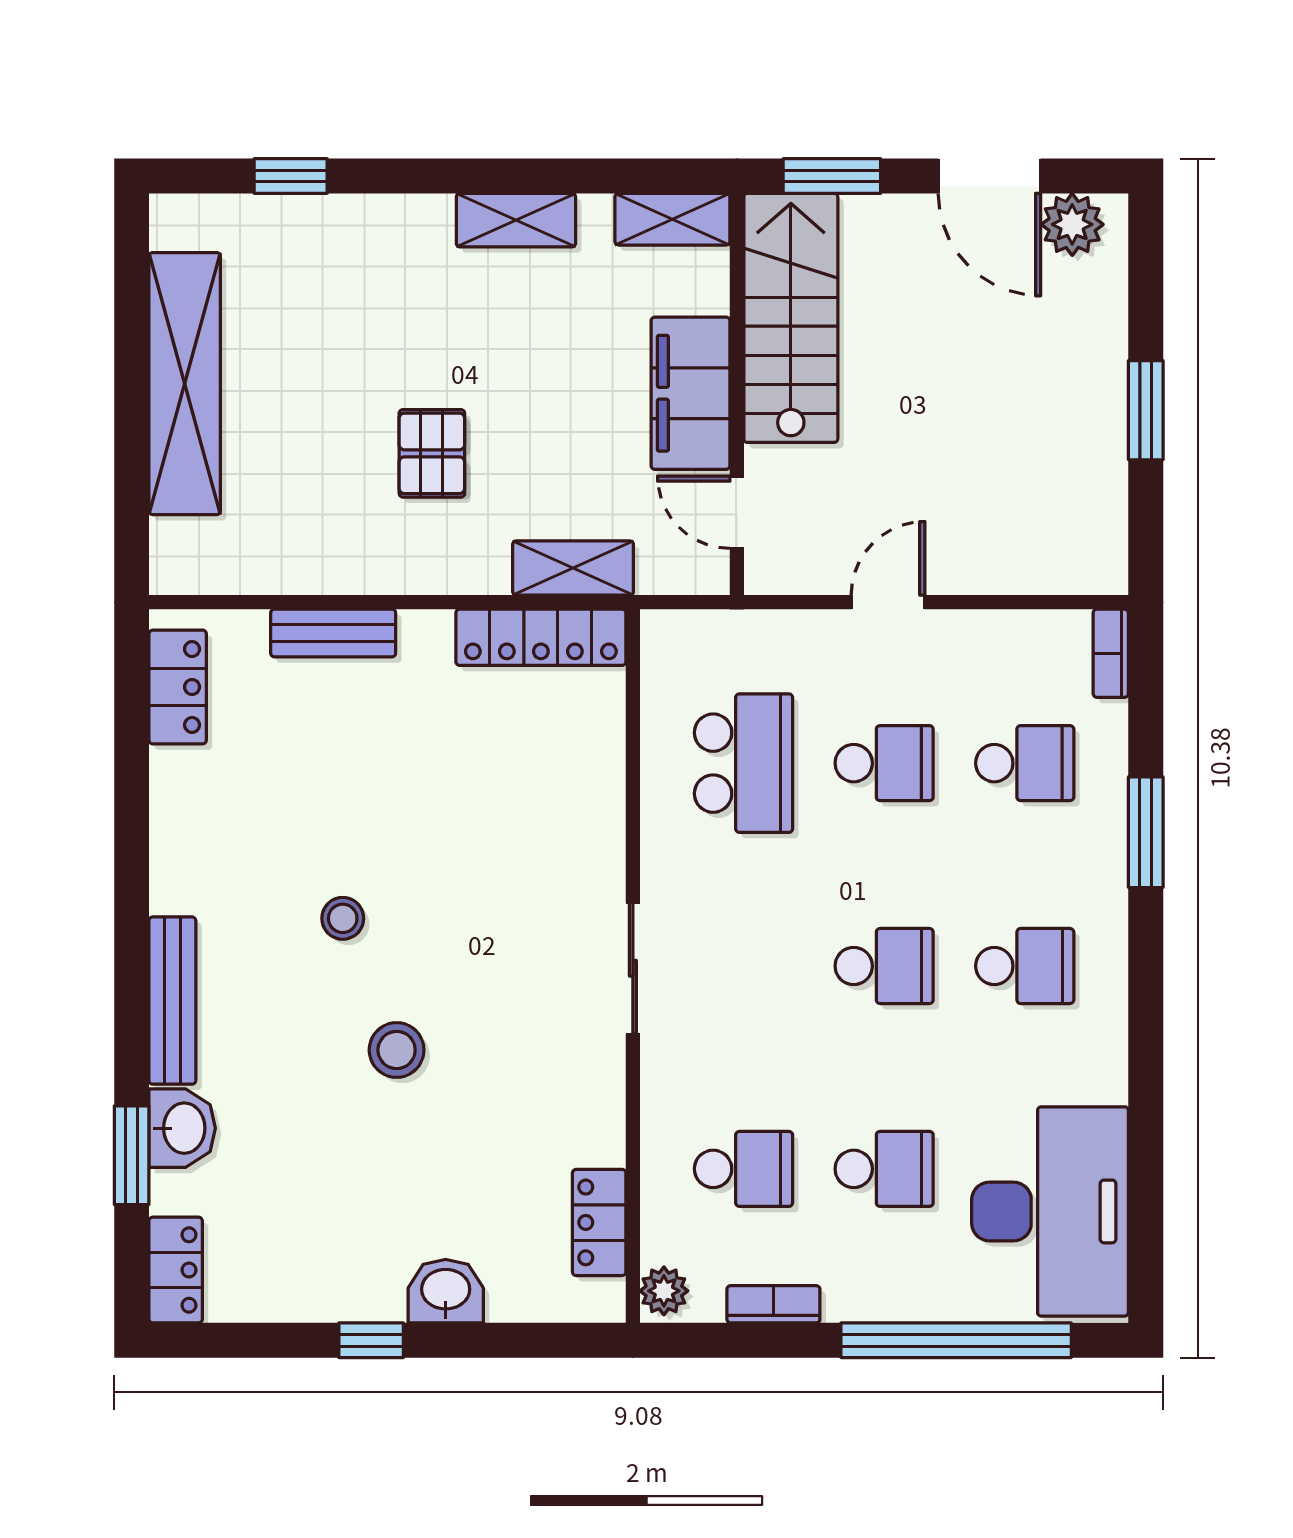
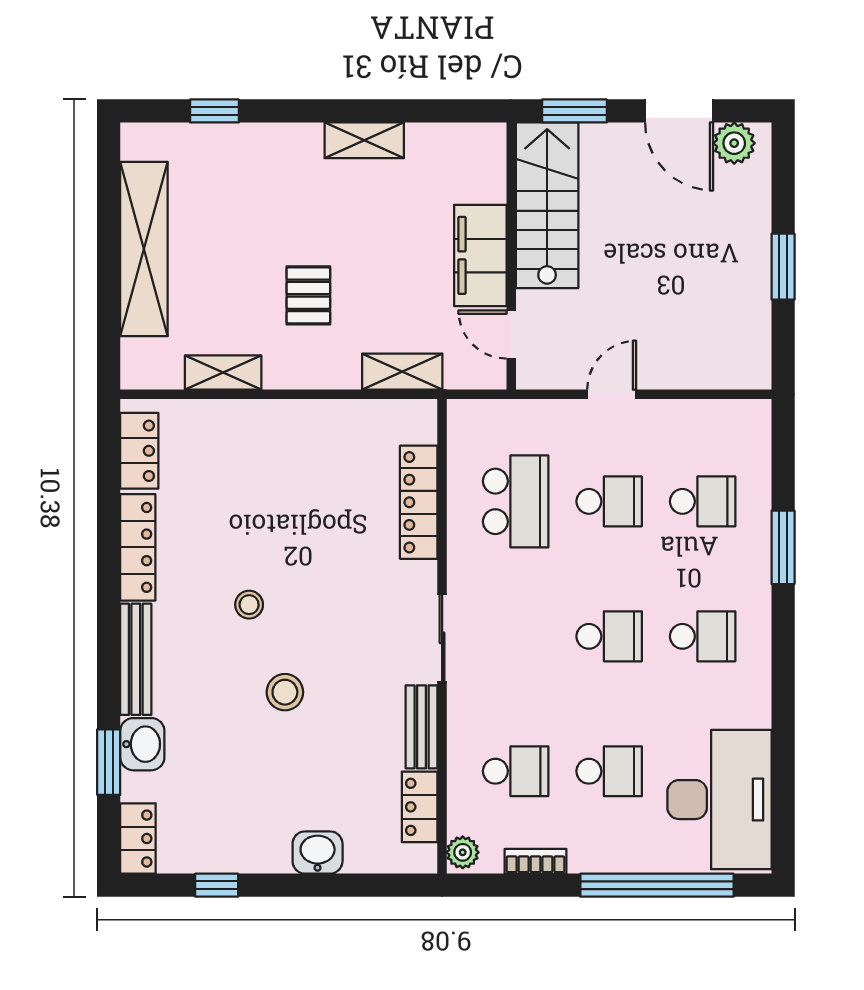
shelving: (672, 219) -> (223, 373), moved
bench: (333, 633) -> (422, 727), moved, turned 90
locker: (541, 637) -> (419, 502), moved, turned 90
bookcase: (1111, 653) -> (760, 428), removed
locker: (175, 832) -> (138, 547), added
window: (371, 1340) -> (217, 885), moved

